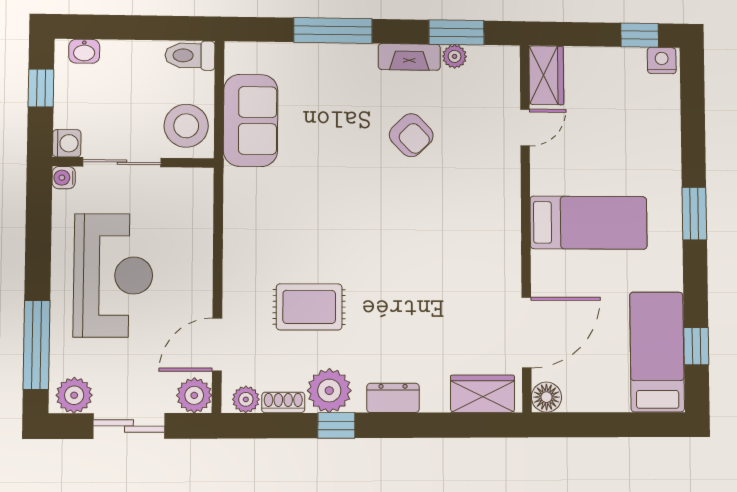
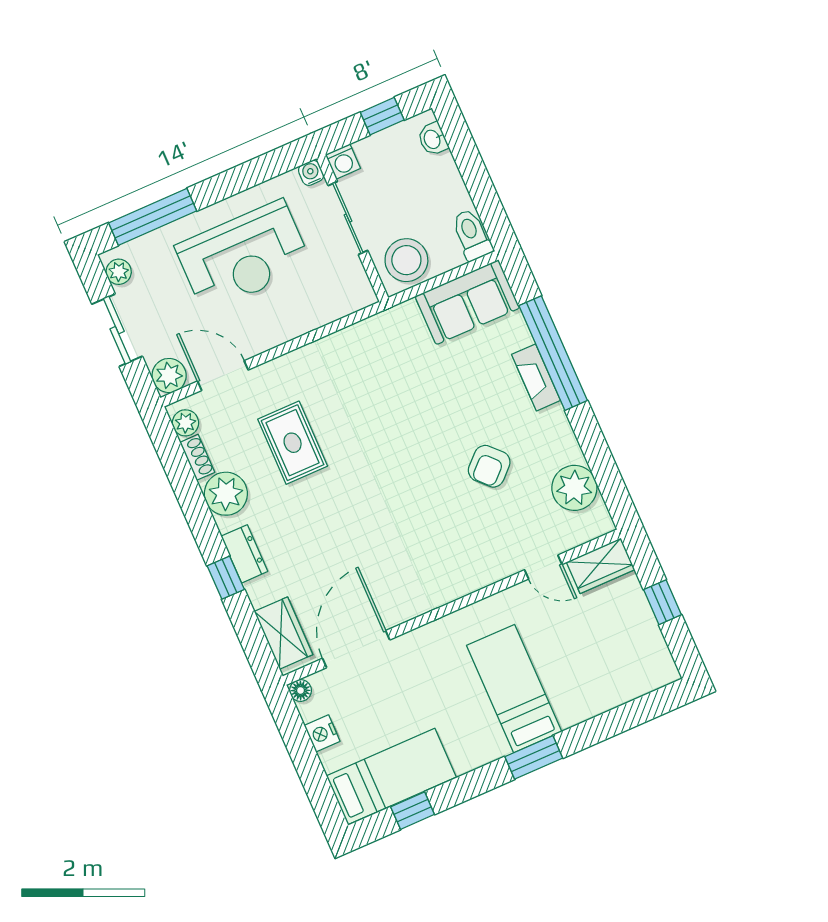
window: (333, 31) -> (553, 353), width x1.46
window: (456, 32) -> (603, 466), removed
window: (640, 35) -> (663, 602), moved
plant: (455, 56) -> (574, 488), width x1.88, depth x1.88
fireplace: (409, 57) -> (536, 377), moved
nightstand: (662, 61) -> (322, 733), moved, turned 180
sofa: (251, 120) -> (467, 302), moved
bed: (589, 223) -> (514, 689), moved, turned 180
door: (526, 333) -> (356, 649), swing flipped
plant: (74, 395) -> (119, 272), width x0.73, depth x0.73
floor lamp: (546, 397) -> (301, 690), width x0.73, depth x0.73
window: (336, 425) -> (226, 578), moved

